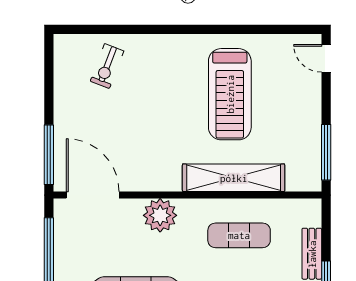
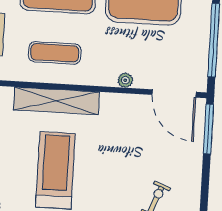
plant: (160, 215) -> (125, 80), width x0.53, depth x0.53

